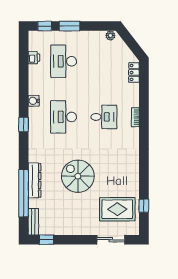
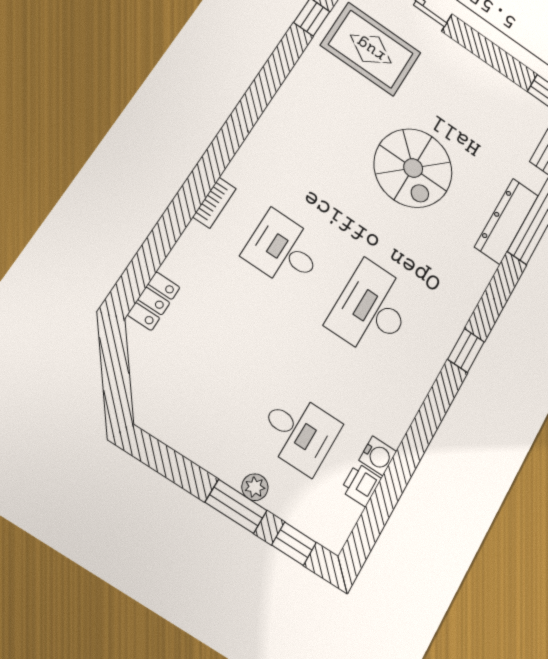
plant: (110, 35) -> (255, 487), moved
desk: (64, 61) -> (299, 432), width x0.73
water cooler: (34, 101) -> (378, 456), moved
desk: (64, 117) -> (372, 309), turned 180

